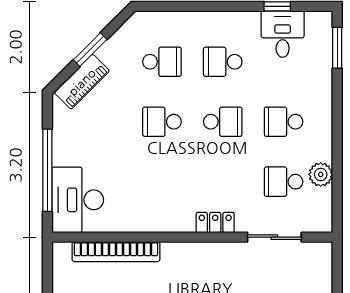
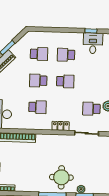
school desk: (284, 122) -> (37, 107), moved, turned 180

